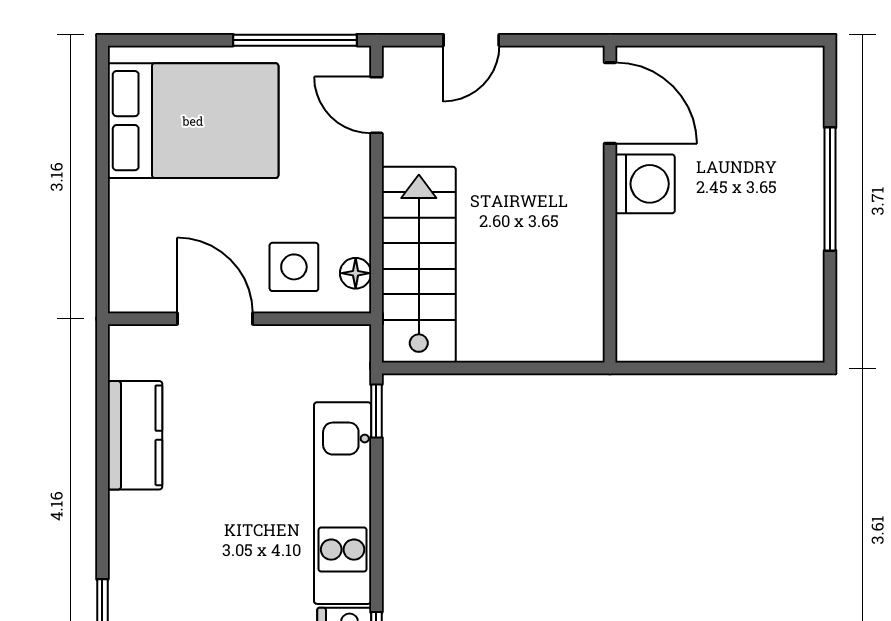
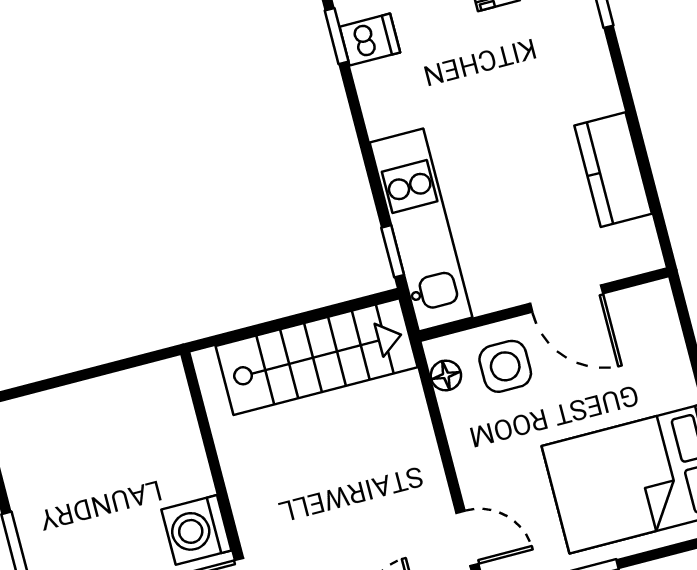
stairs: (419, 265) -> (317, 357), moved, turned -90
kitchen unit: (343, 503) -> (421, 230), moved

